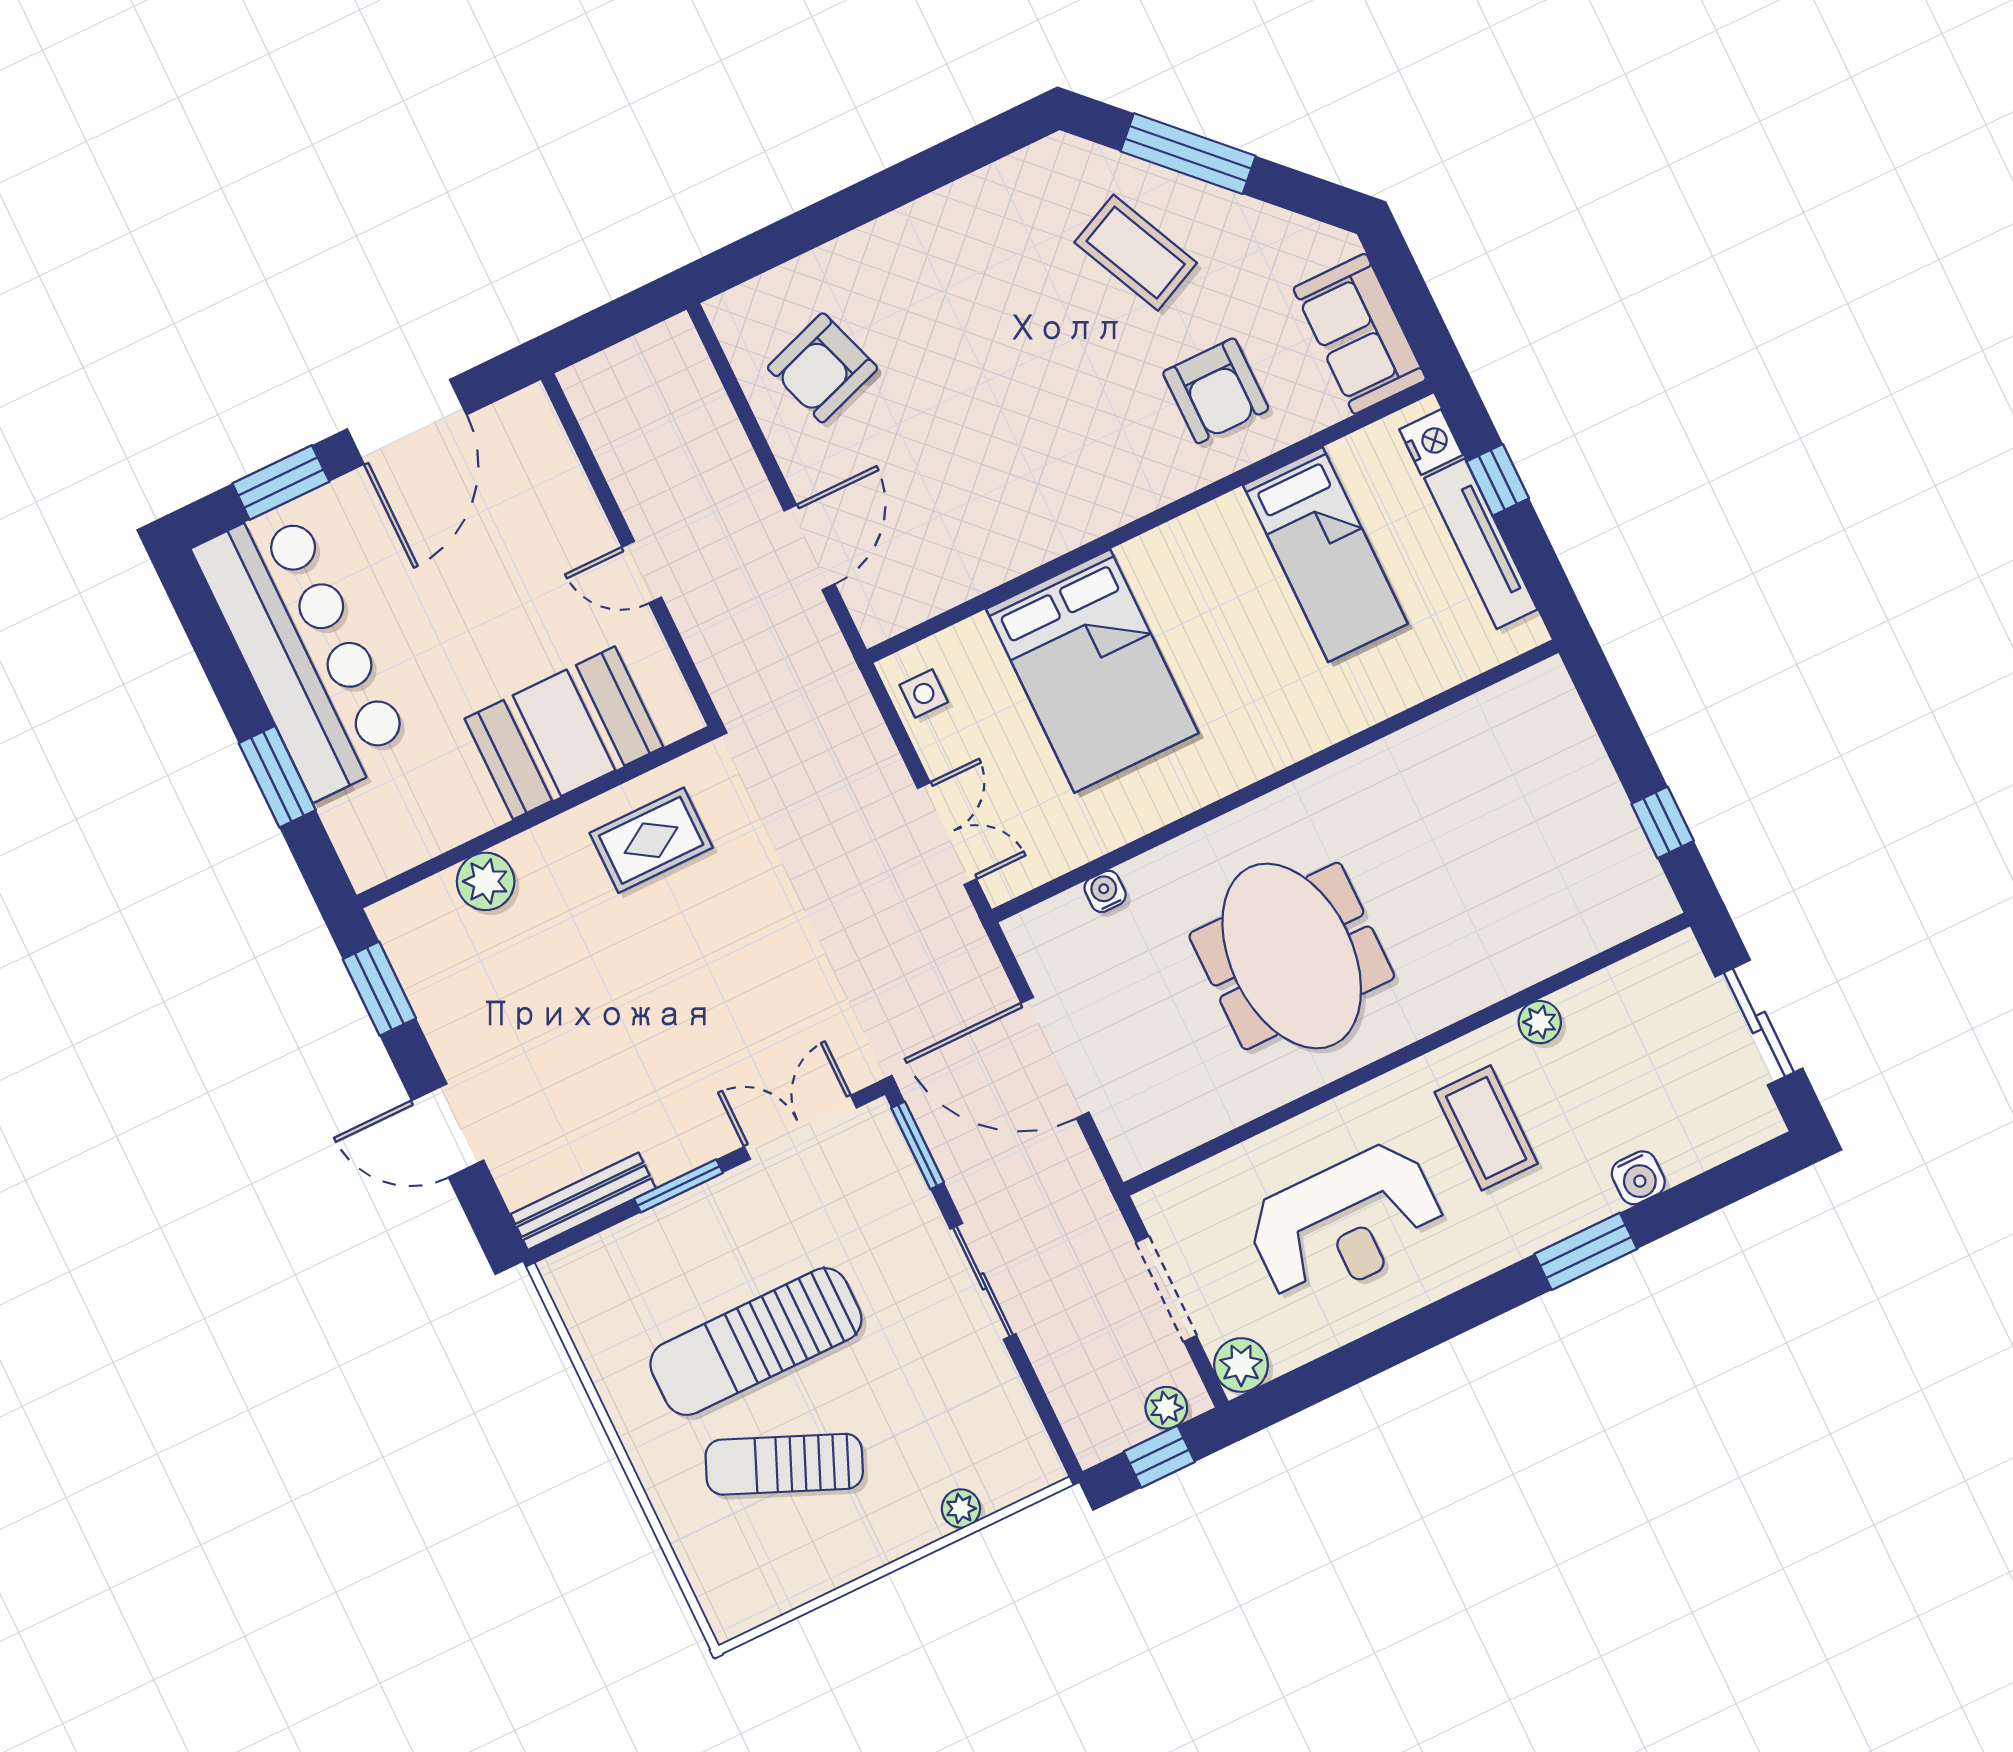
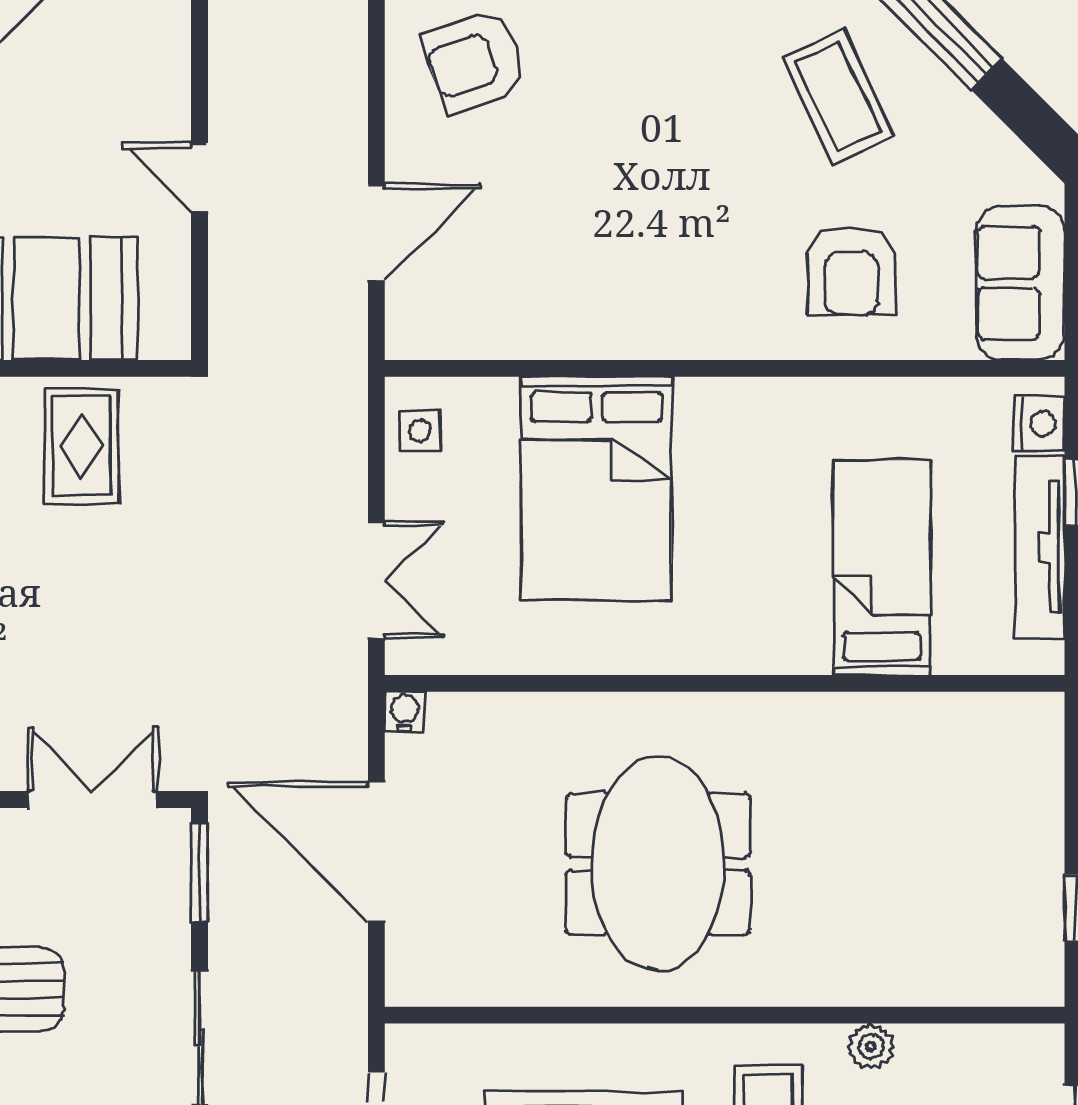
bed: (1325, 554) -> (882, 568), moved, turned 180
rug: (651, 840) -> (82, 446), turned 90
water cooler: (1105, 891) -> (405, 712), moved

